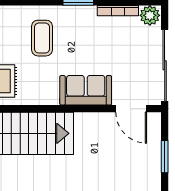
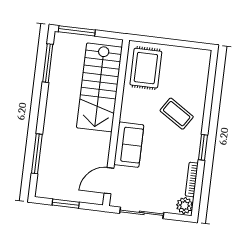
coffee table: (42, 38) -> (177, 114), turned 33
sliding door: (165, 65) -> (142, 213), width x0.73

